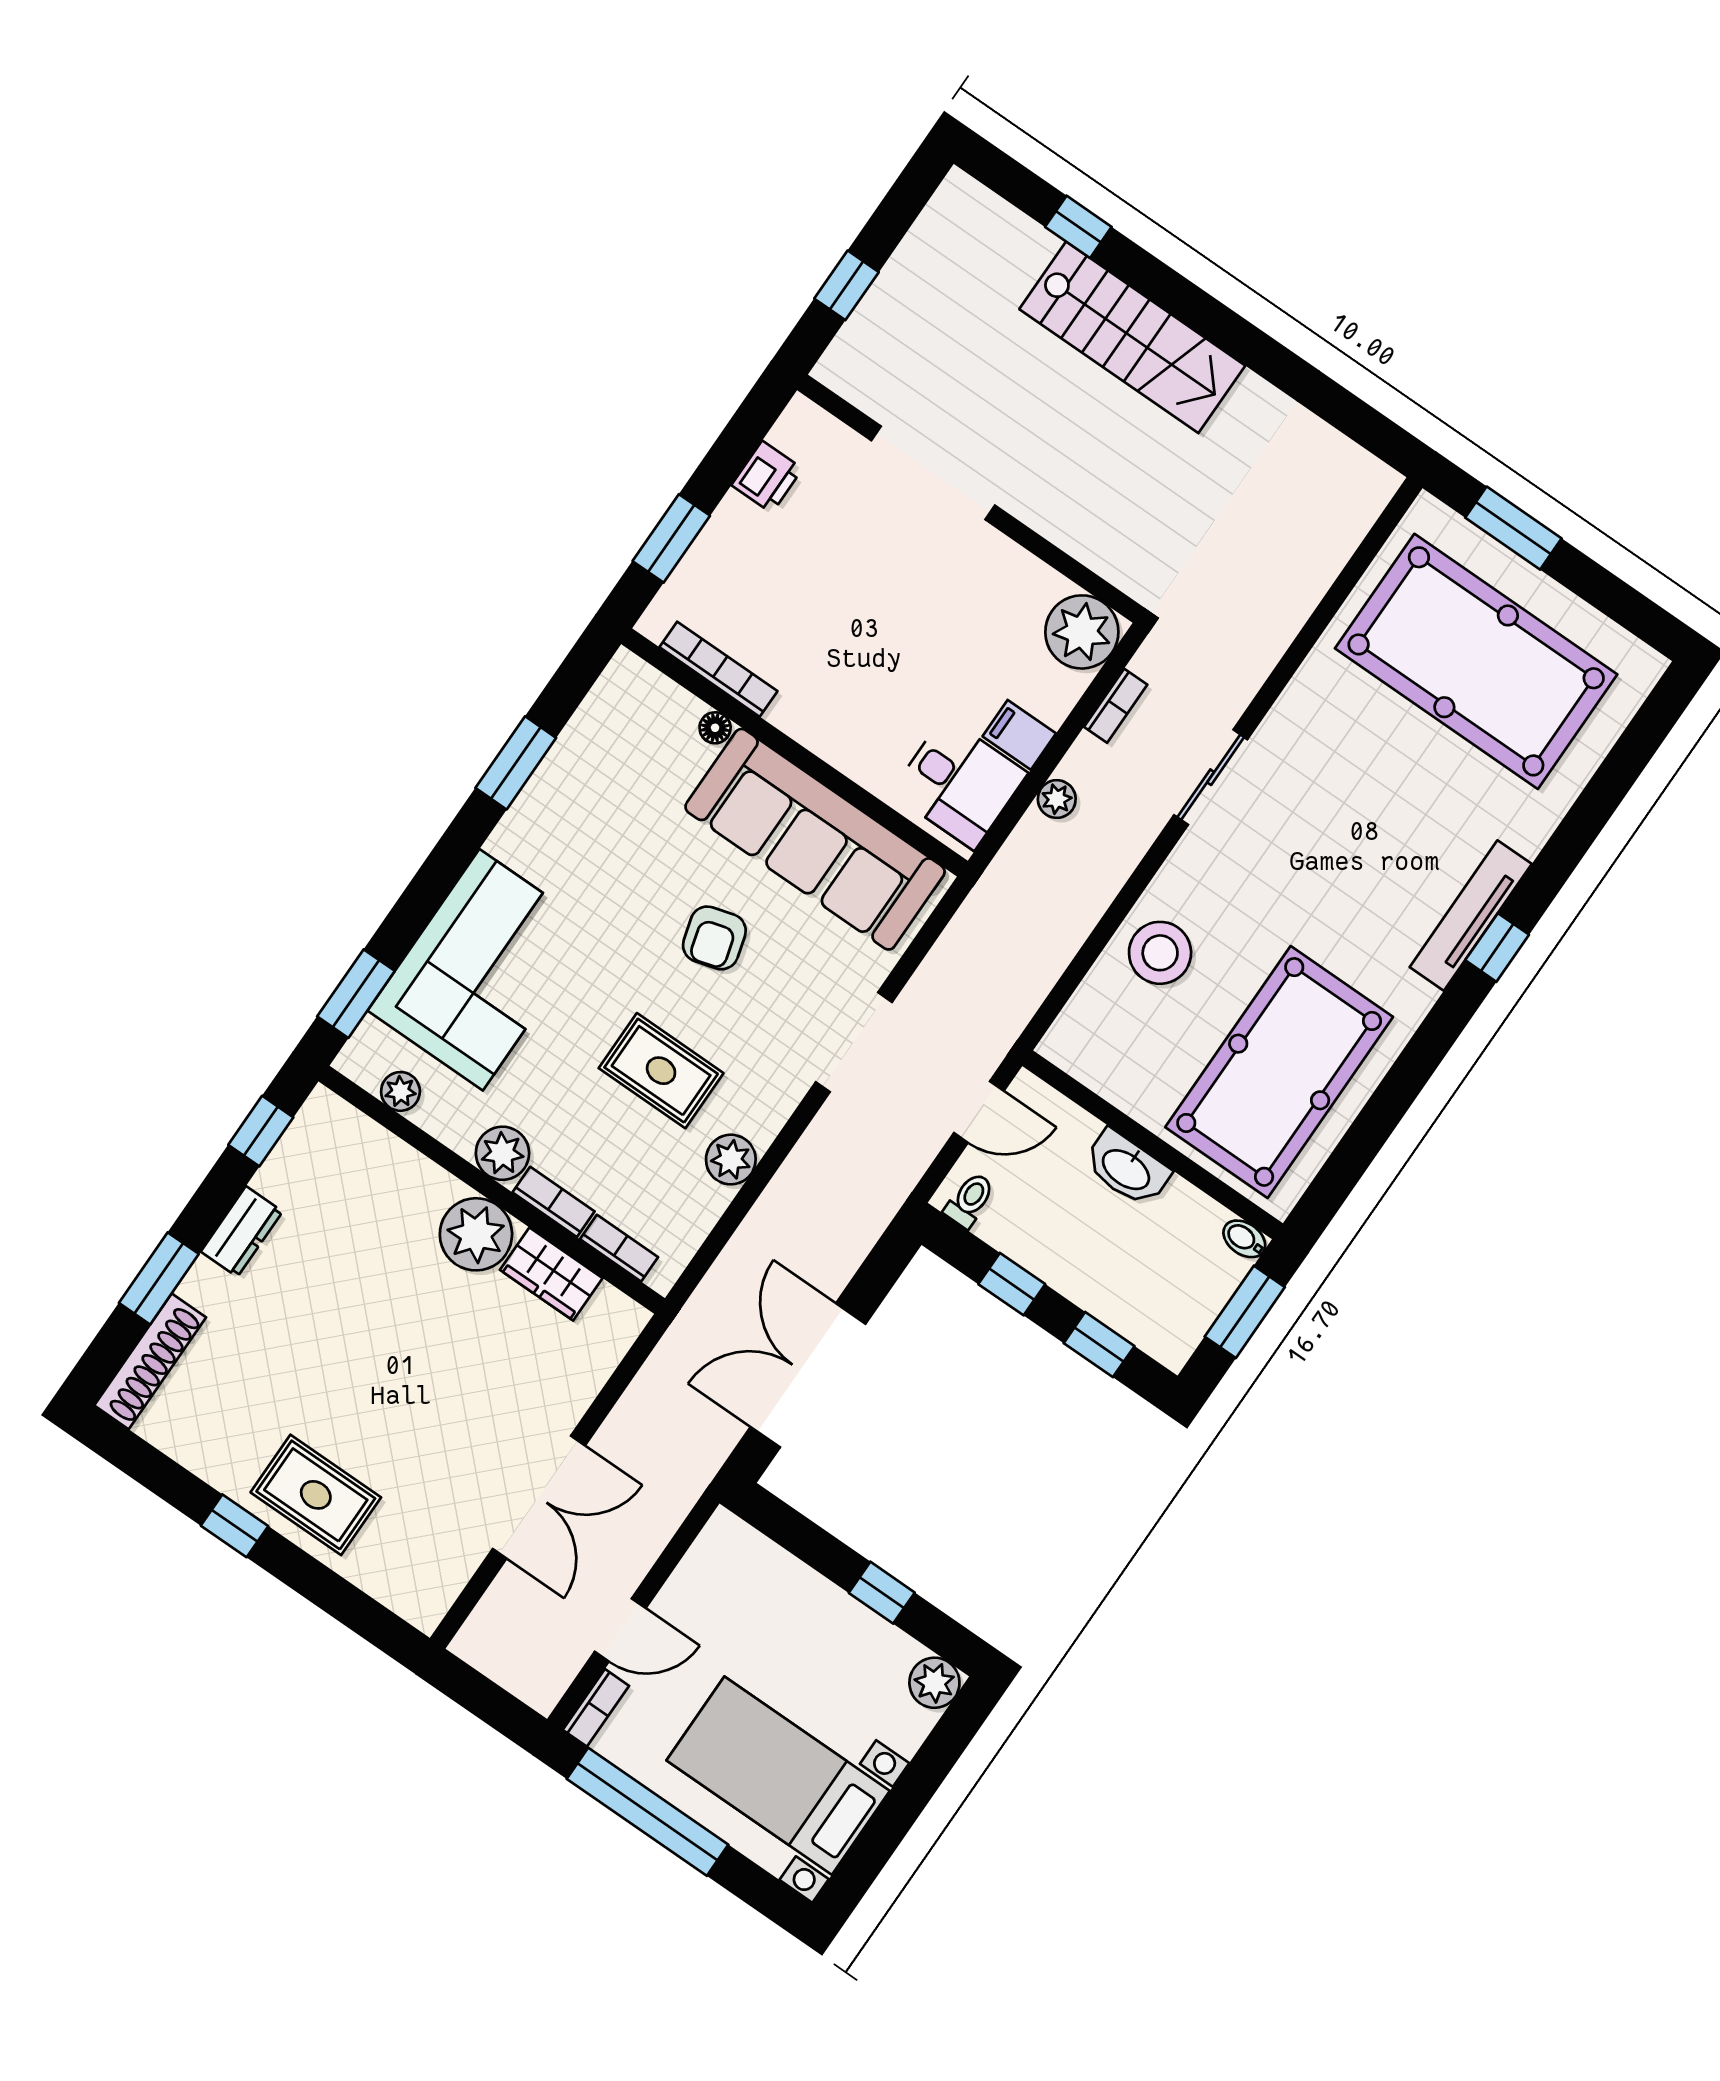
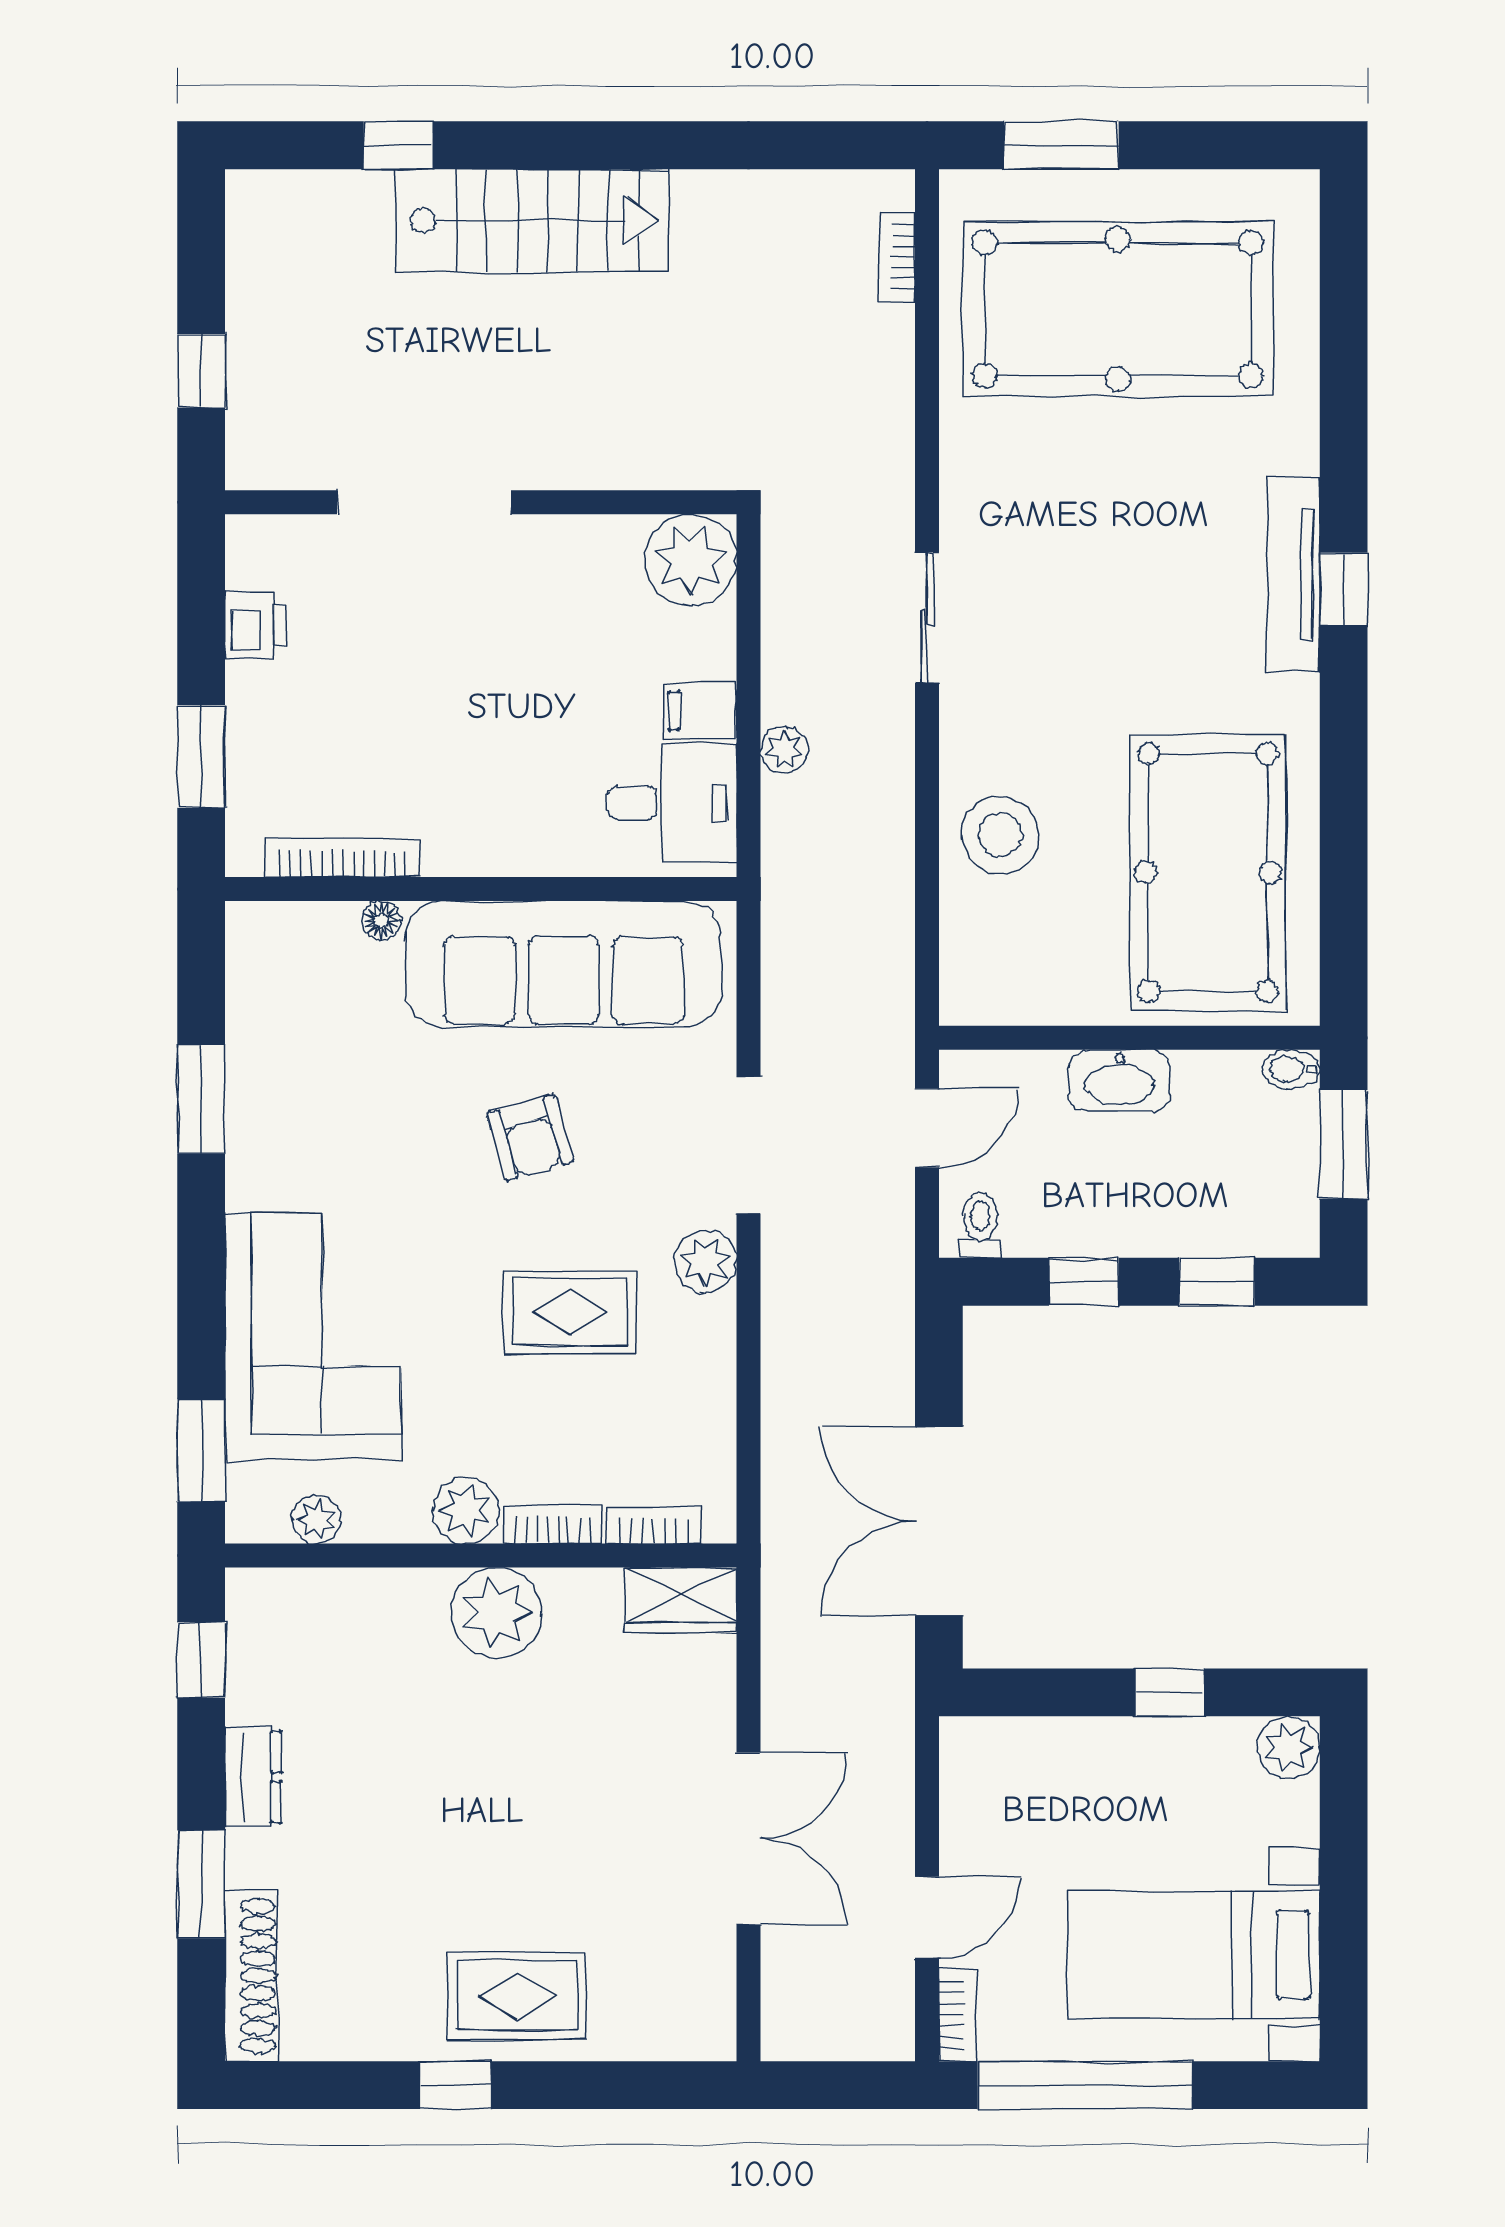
bookcase: (1116, 706) -> (897, 257), moved, turned 180
plant: (731, 1160) -> (705, 1261), moved
wardrobe: (551, 1274) -> (681, 1600), moved

